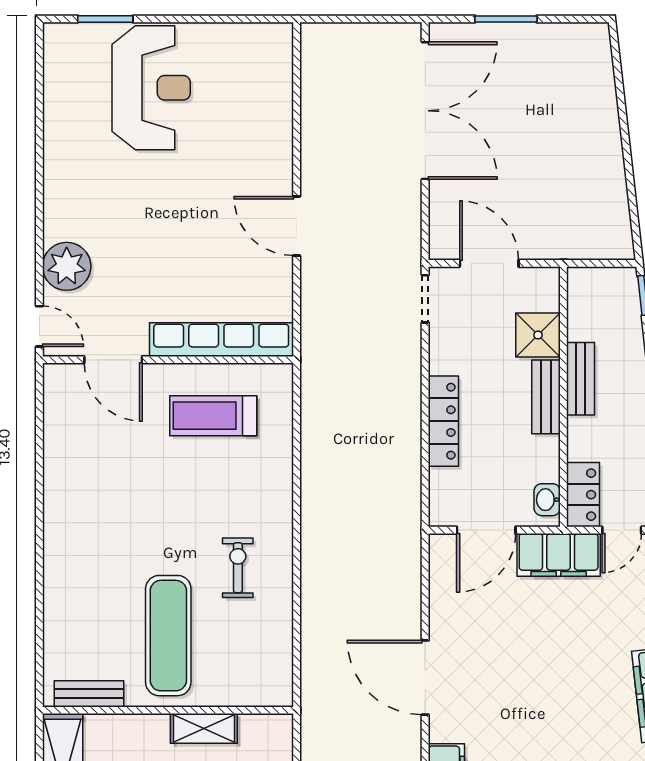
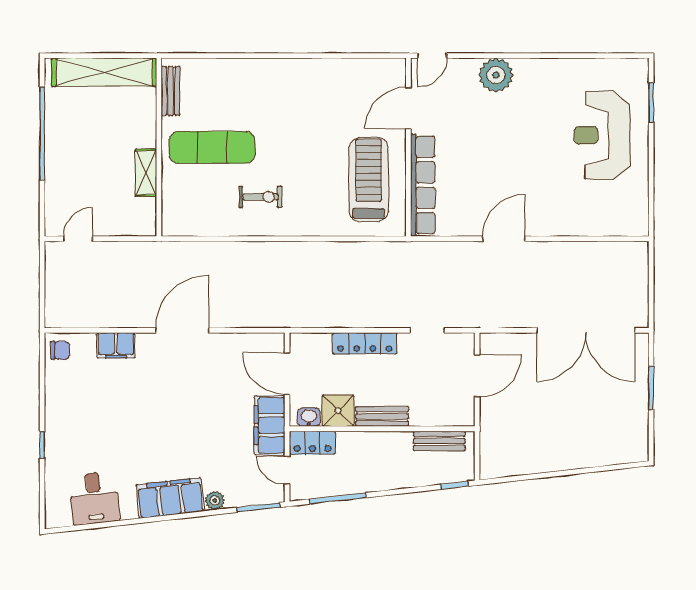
reception desk: (151, 88) -> (602, 135), turned 90
plant: (67, 266) -> (496, 75), moved
doorway: (425, 299) -> (427, 330), moved
shower: (538, 335) -> (338, 411), moved
bench: (581, 379) -> (439, 441), moved
treadmill: (213, 416) -> (369, 179), width x1.37, depth x1.38

